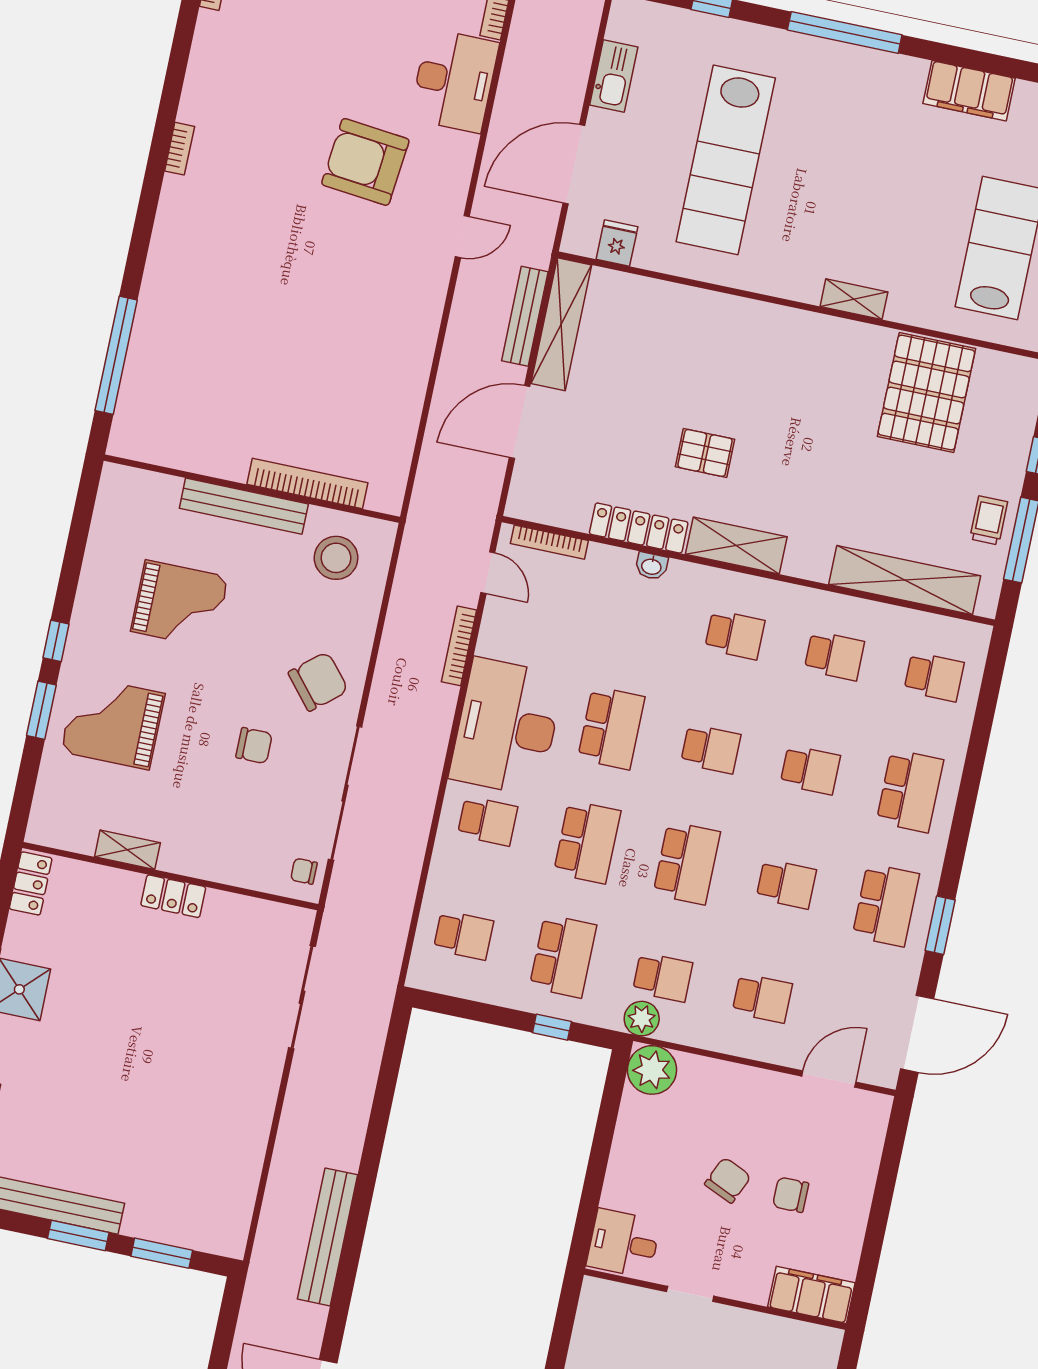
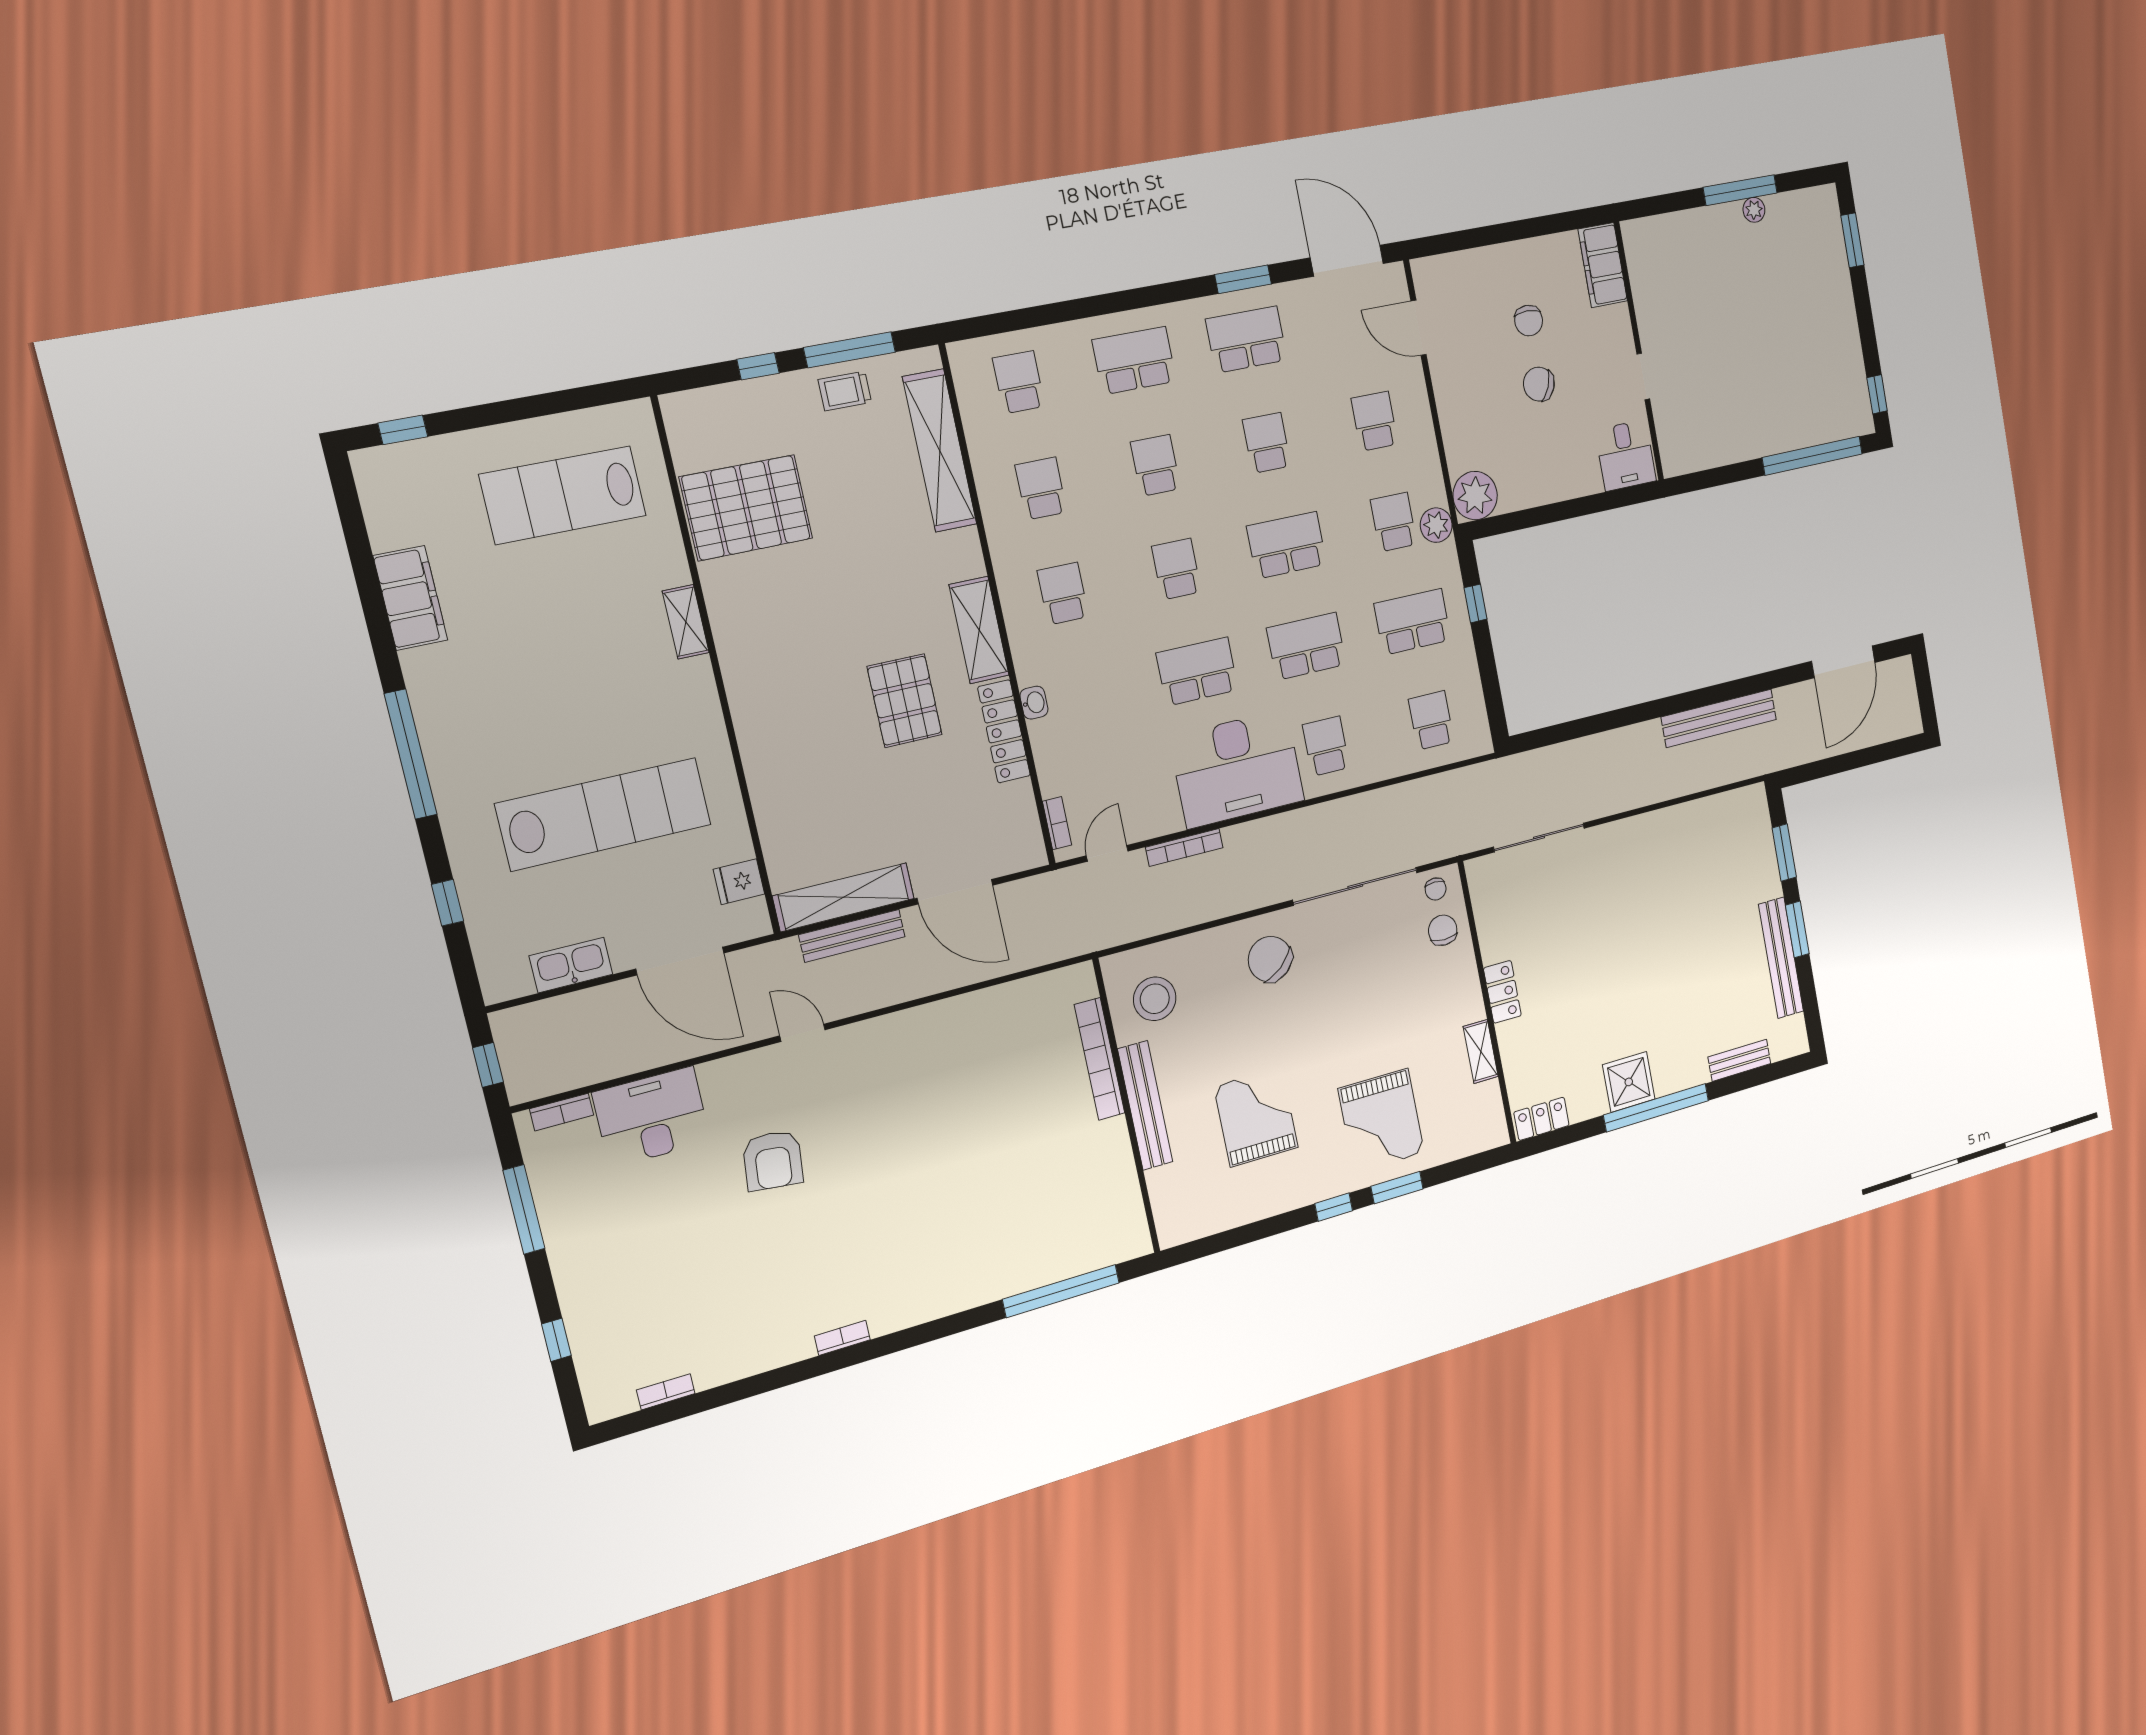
armchair: (365, 162) -> (773, 1160), width x0.73, depth x0.73
pallet: (705, 453) -> (905, 701), width x1.50, depth x1.42
bookcase: (549, 542) -> (1057, 823), width x0.64
chair: (254, 746) -> (1443, 930), moved

